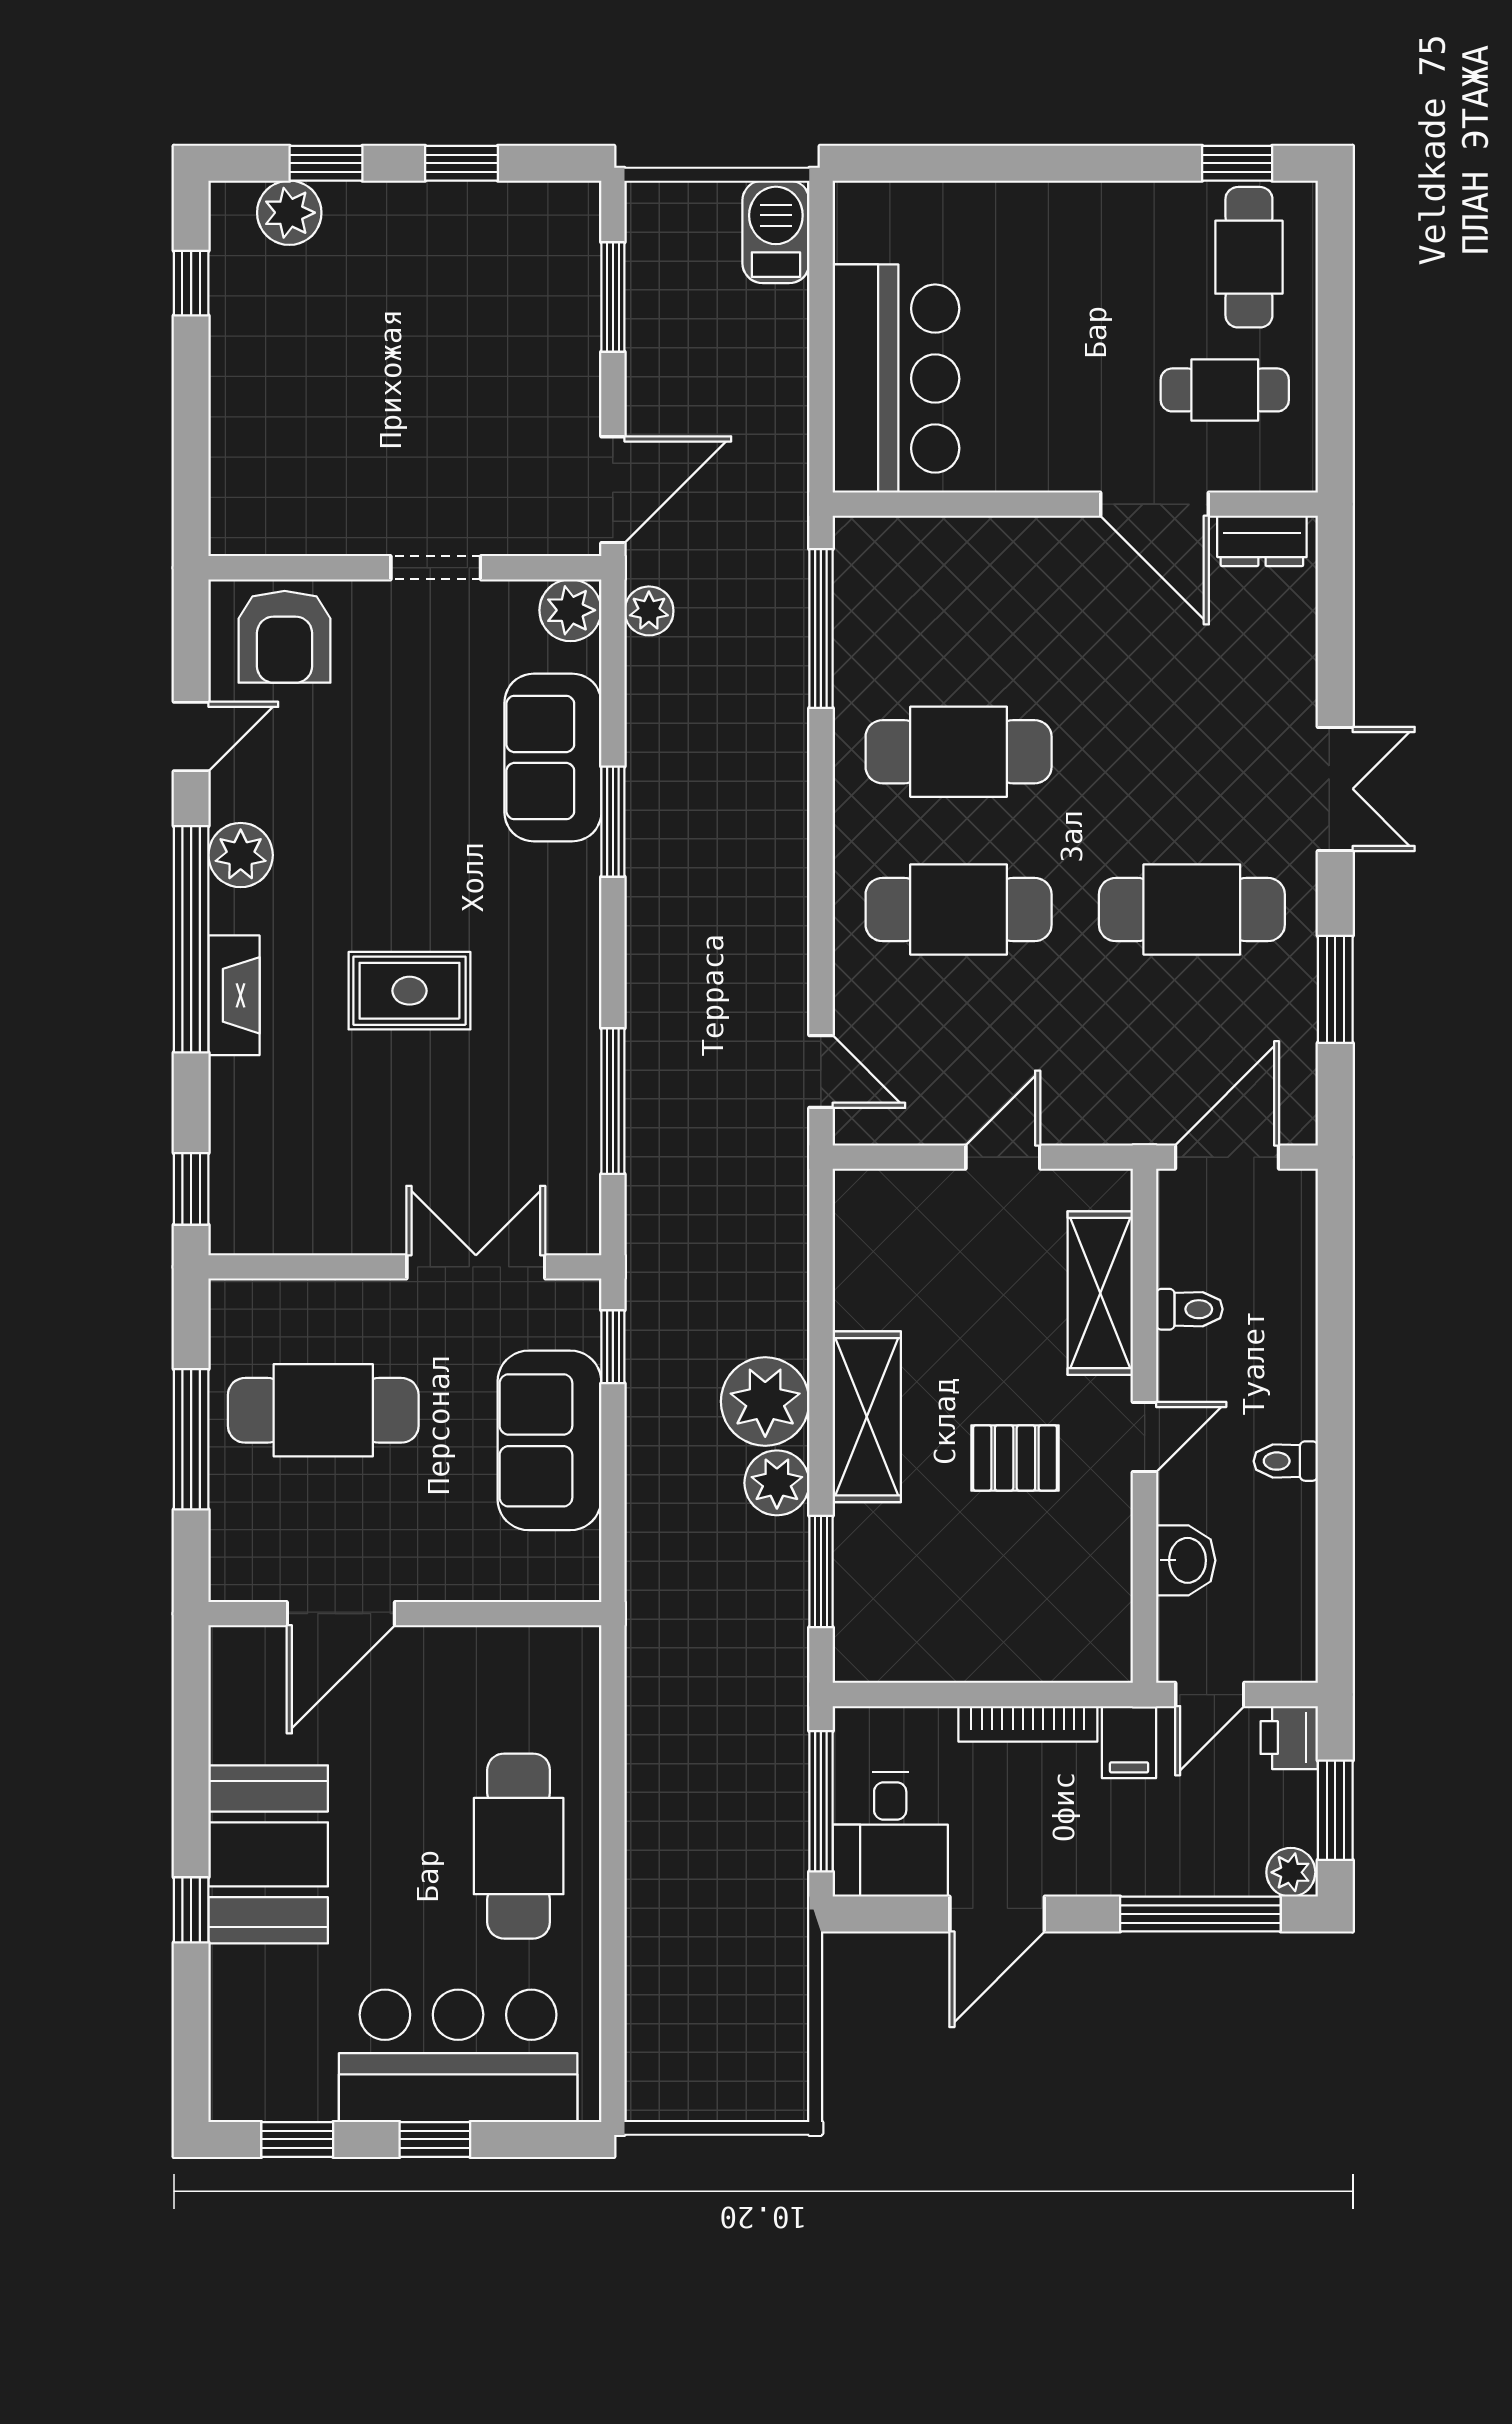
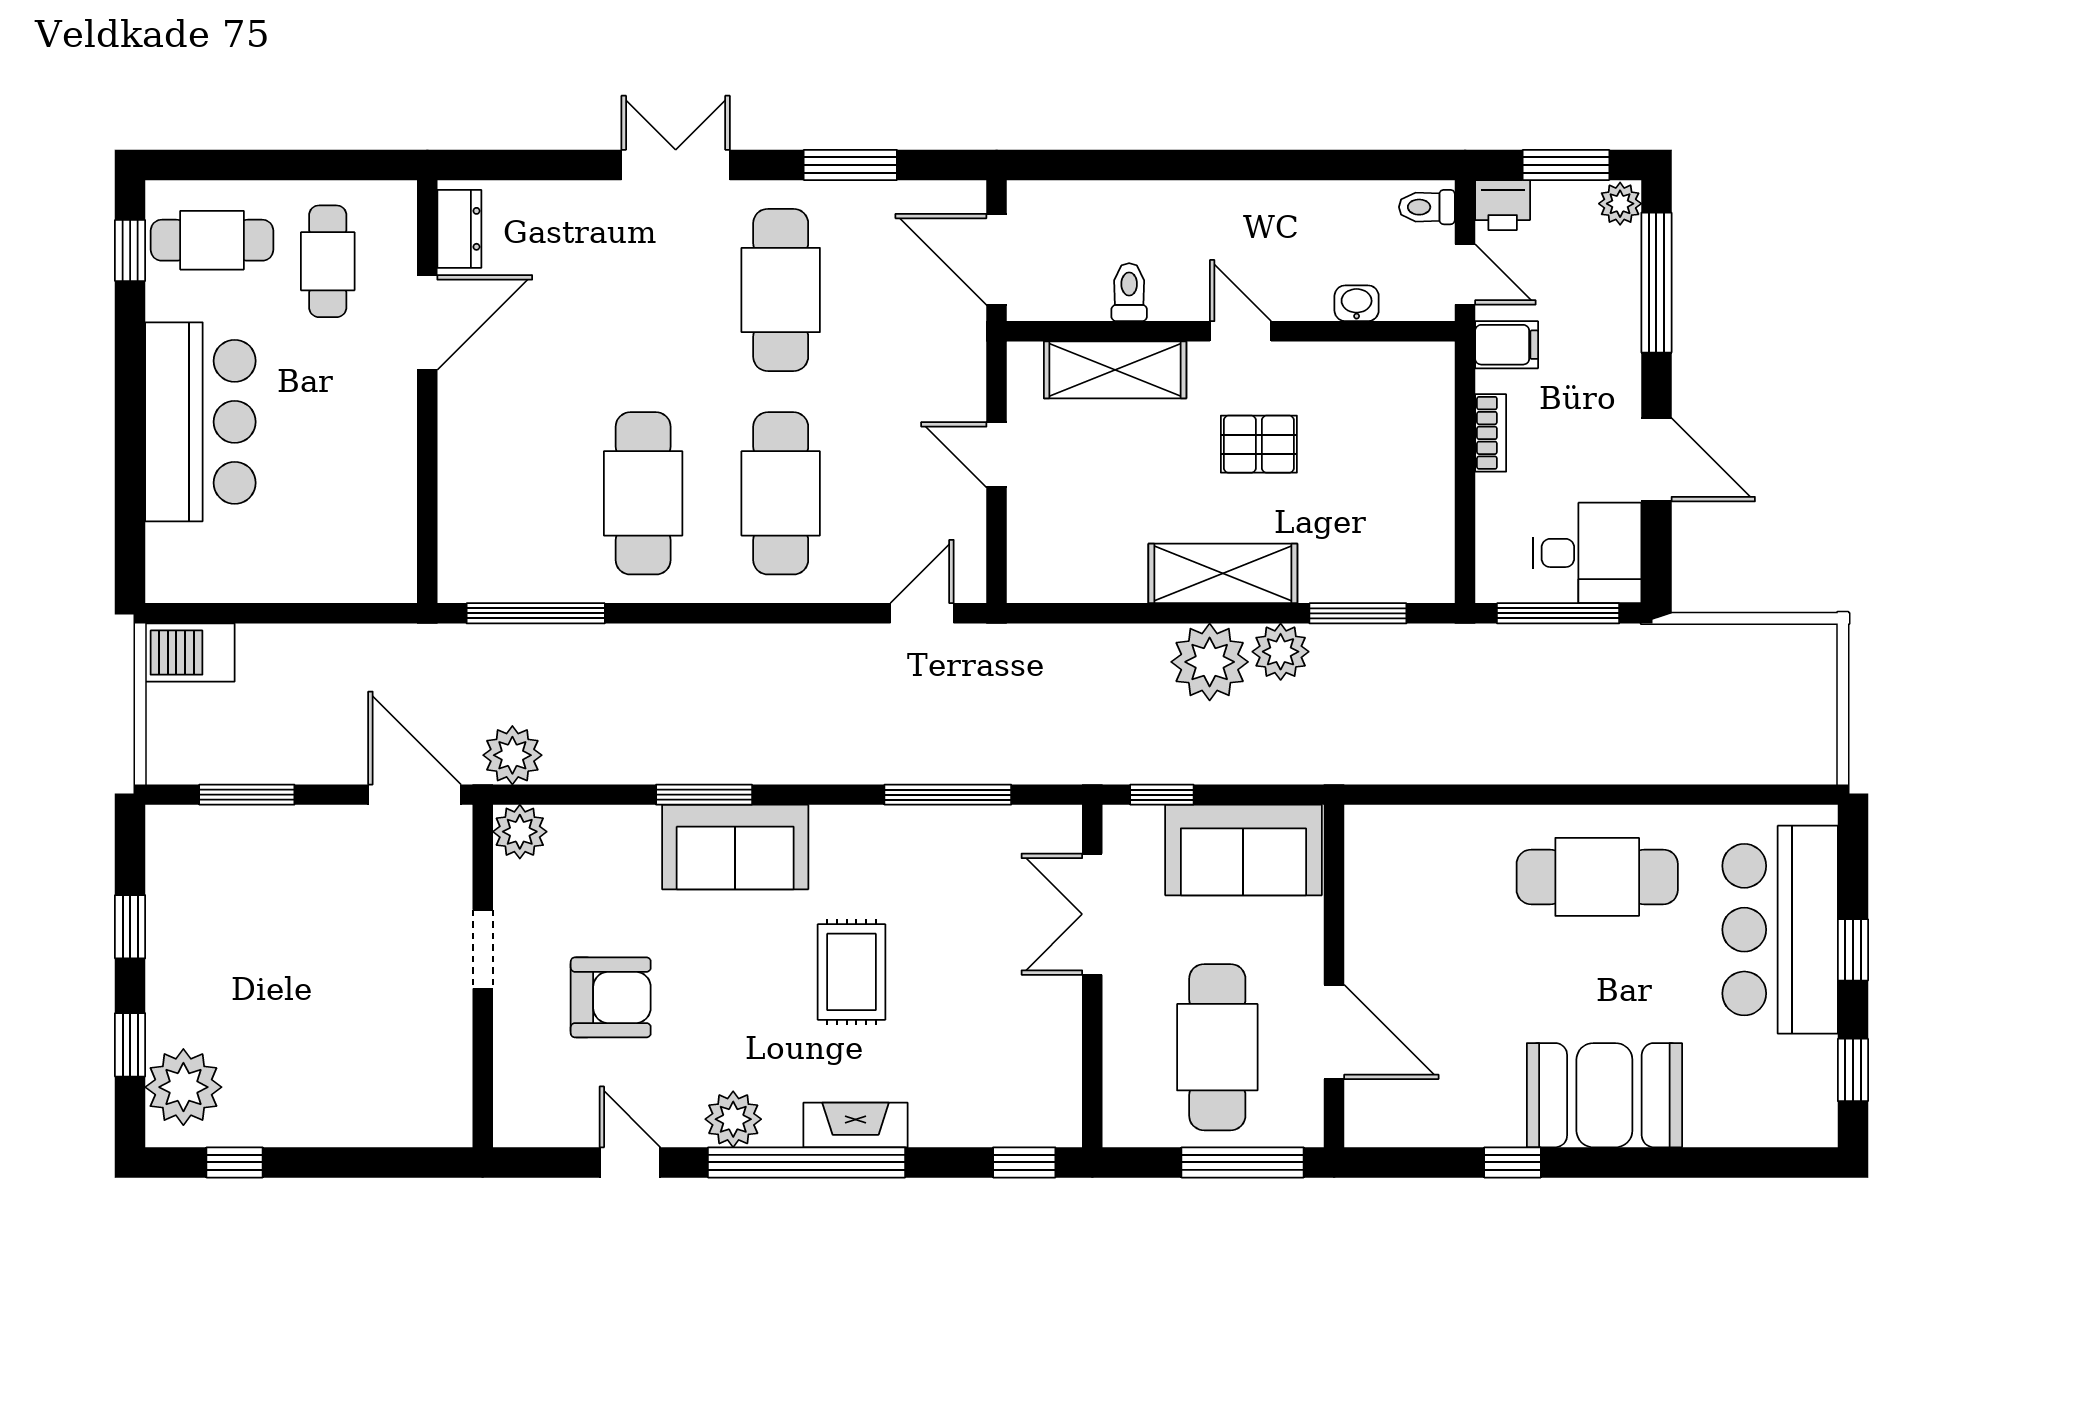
plant: (289, 213) -> (183, 1087), width x1.36, depth x1.36
bar counter: (896, 379) -> (200, 422), moved, turned 90
plant: (649, 611) -> (512, 755), width x1.38, depth x1.38
armchair: (285, 637) -> (611, 997), moved
sofa: (553, 758) -> (735, 847), moved
pallet: (1015, 1458) -> (1259, 444), turned 90
toilet: (1286, 1461) -> (1427, 207), moved, turned 90
washbasin: (1186, 1560) -> (1357, 303), width x0.72, depth x0.69
door: (341, 1614) -> (1334, 1032), moved
wall: (405, 1614) -> (1334, 976), moved
bookcase: (1028, 1724) -> (1491, 433), width x0.64
window: (191, 1910) -> (1513, 1162), moved

